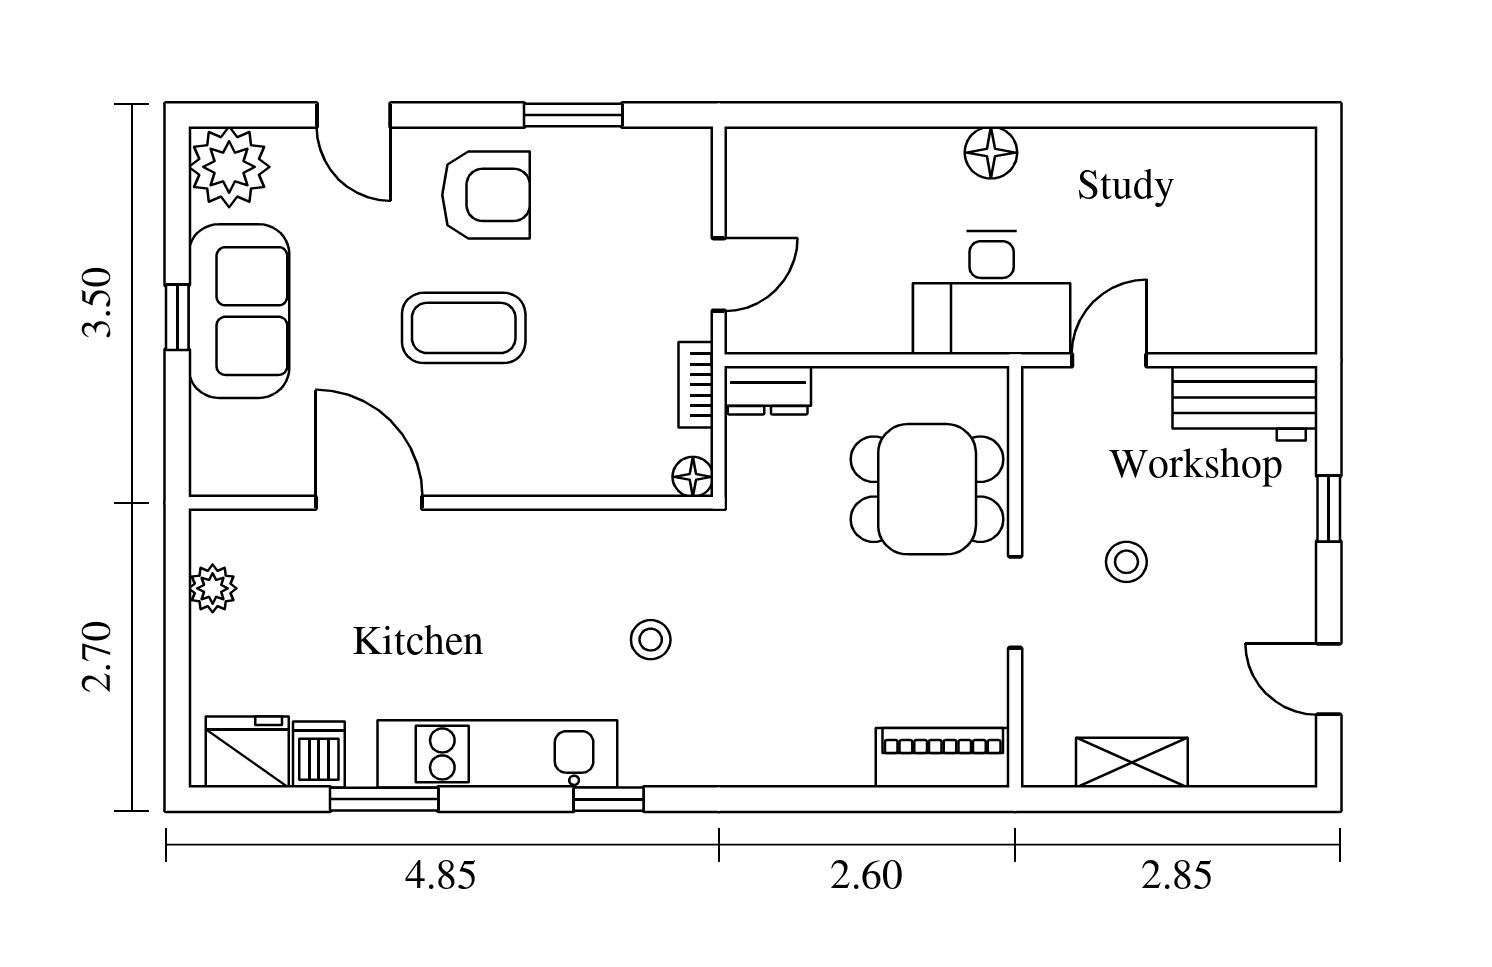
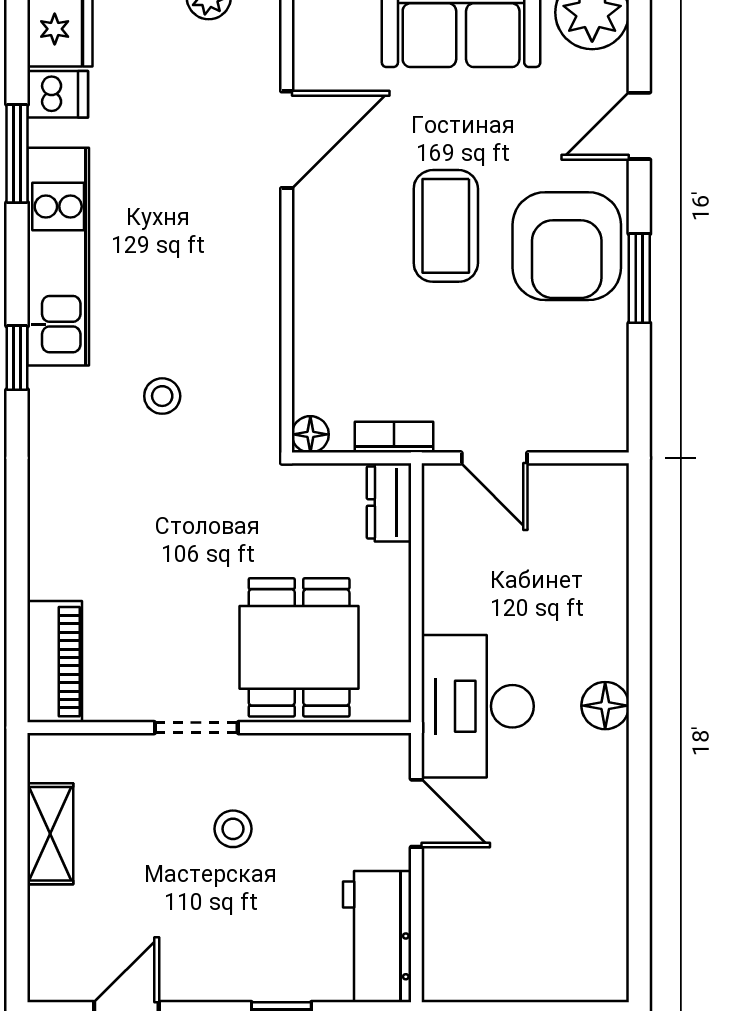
window: (573, 115) -> (639, 278), moved
armchair: (486, 195) -> (567, 246), width x1.36, depth x1.36

